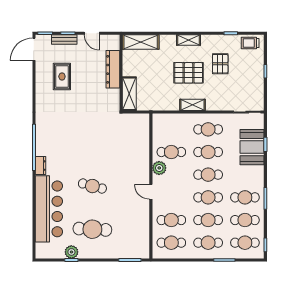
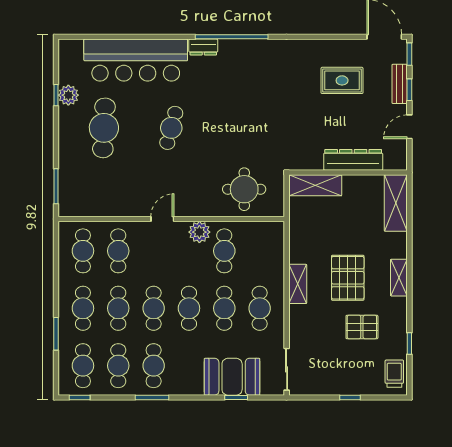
round table: (132, 139) -> (244, 189), added

